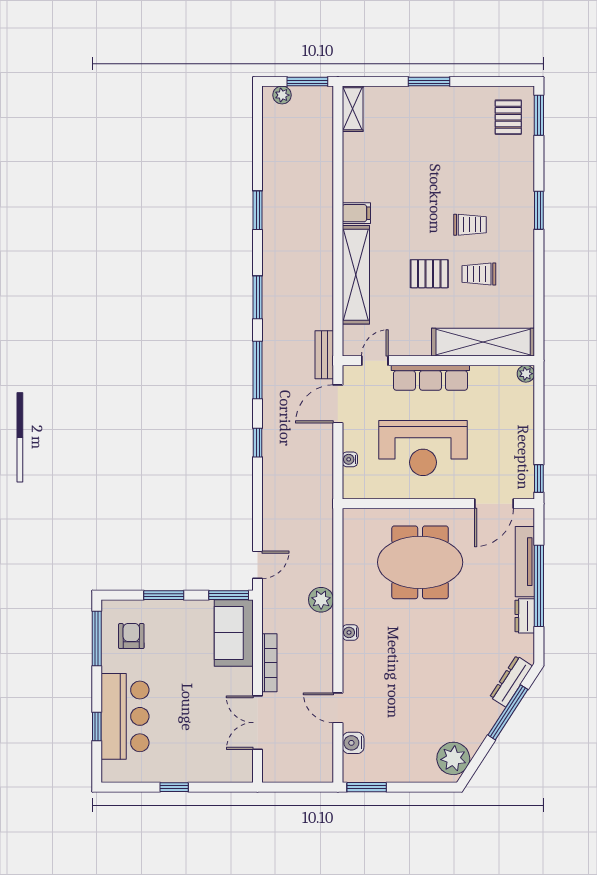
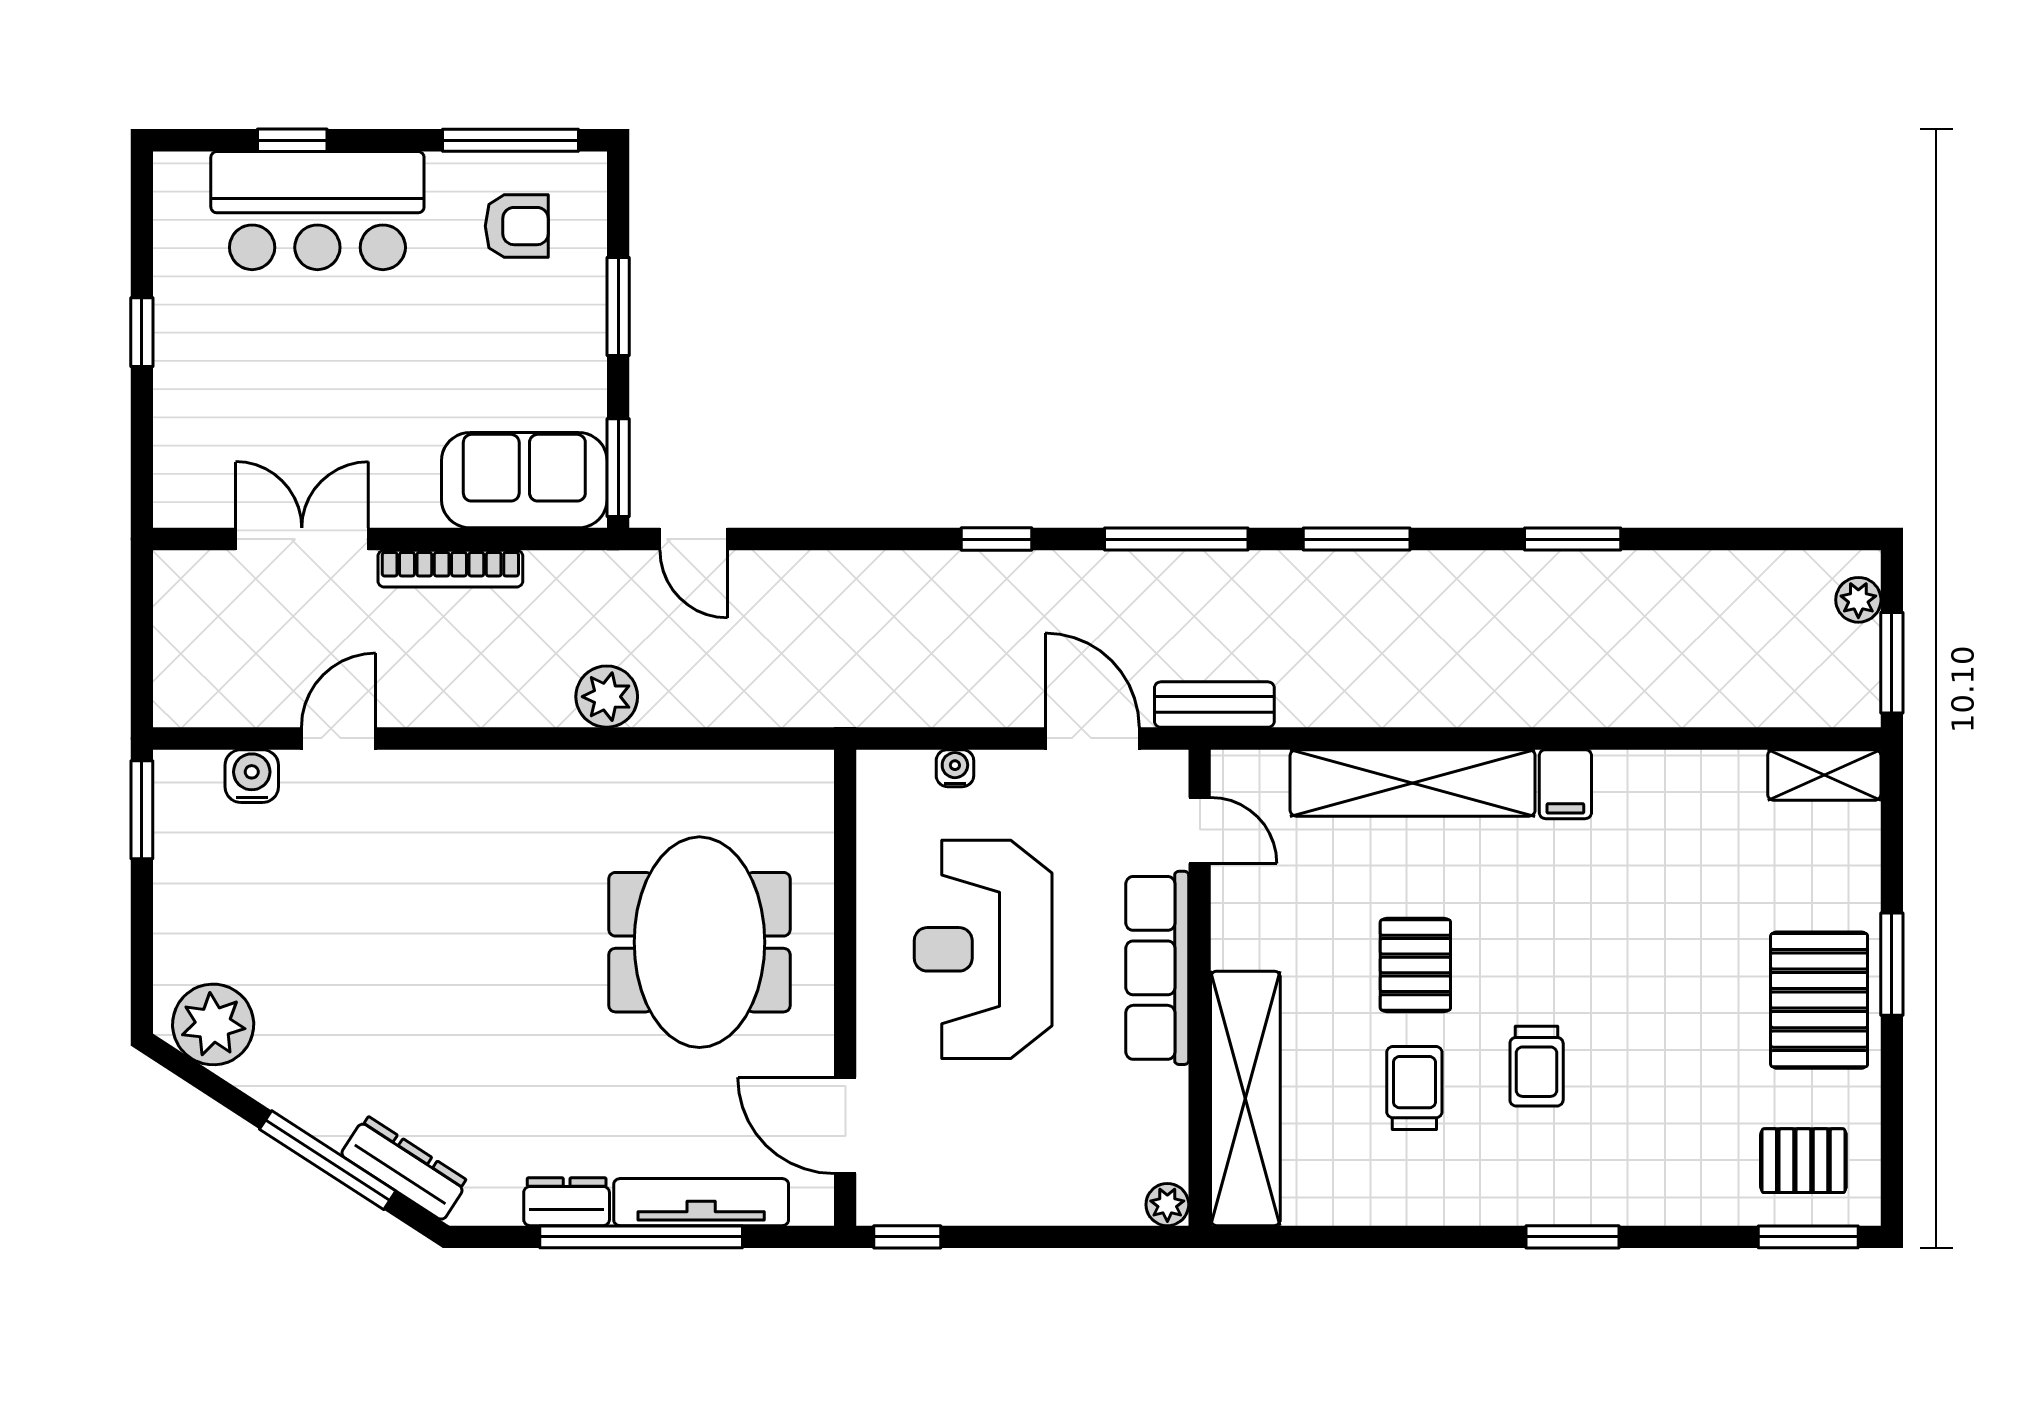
pallet: (443, 111) -> (1819, 1000), added
water cooler: (350, 632) -> (526, 769), removed

